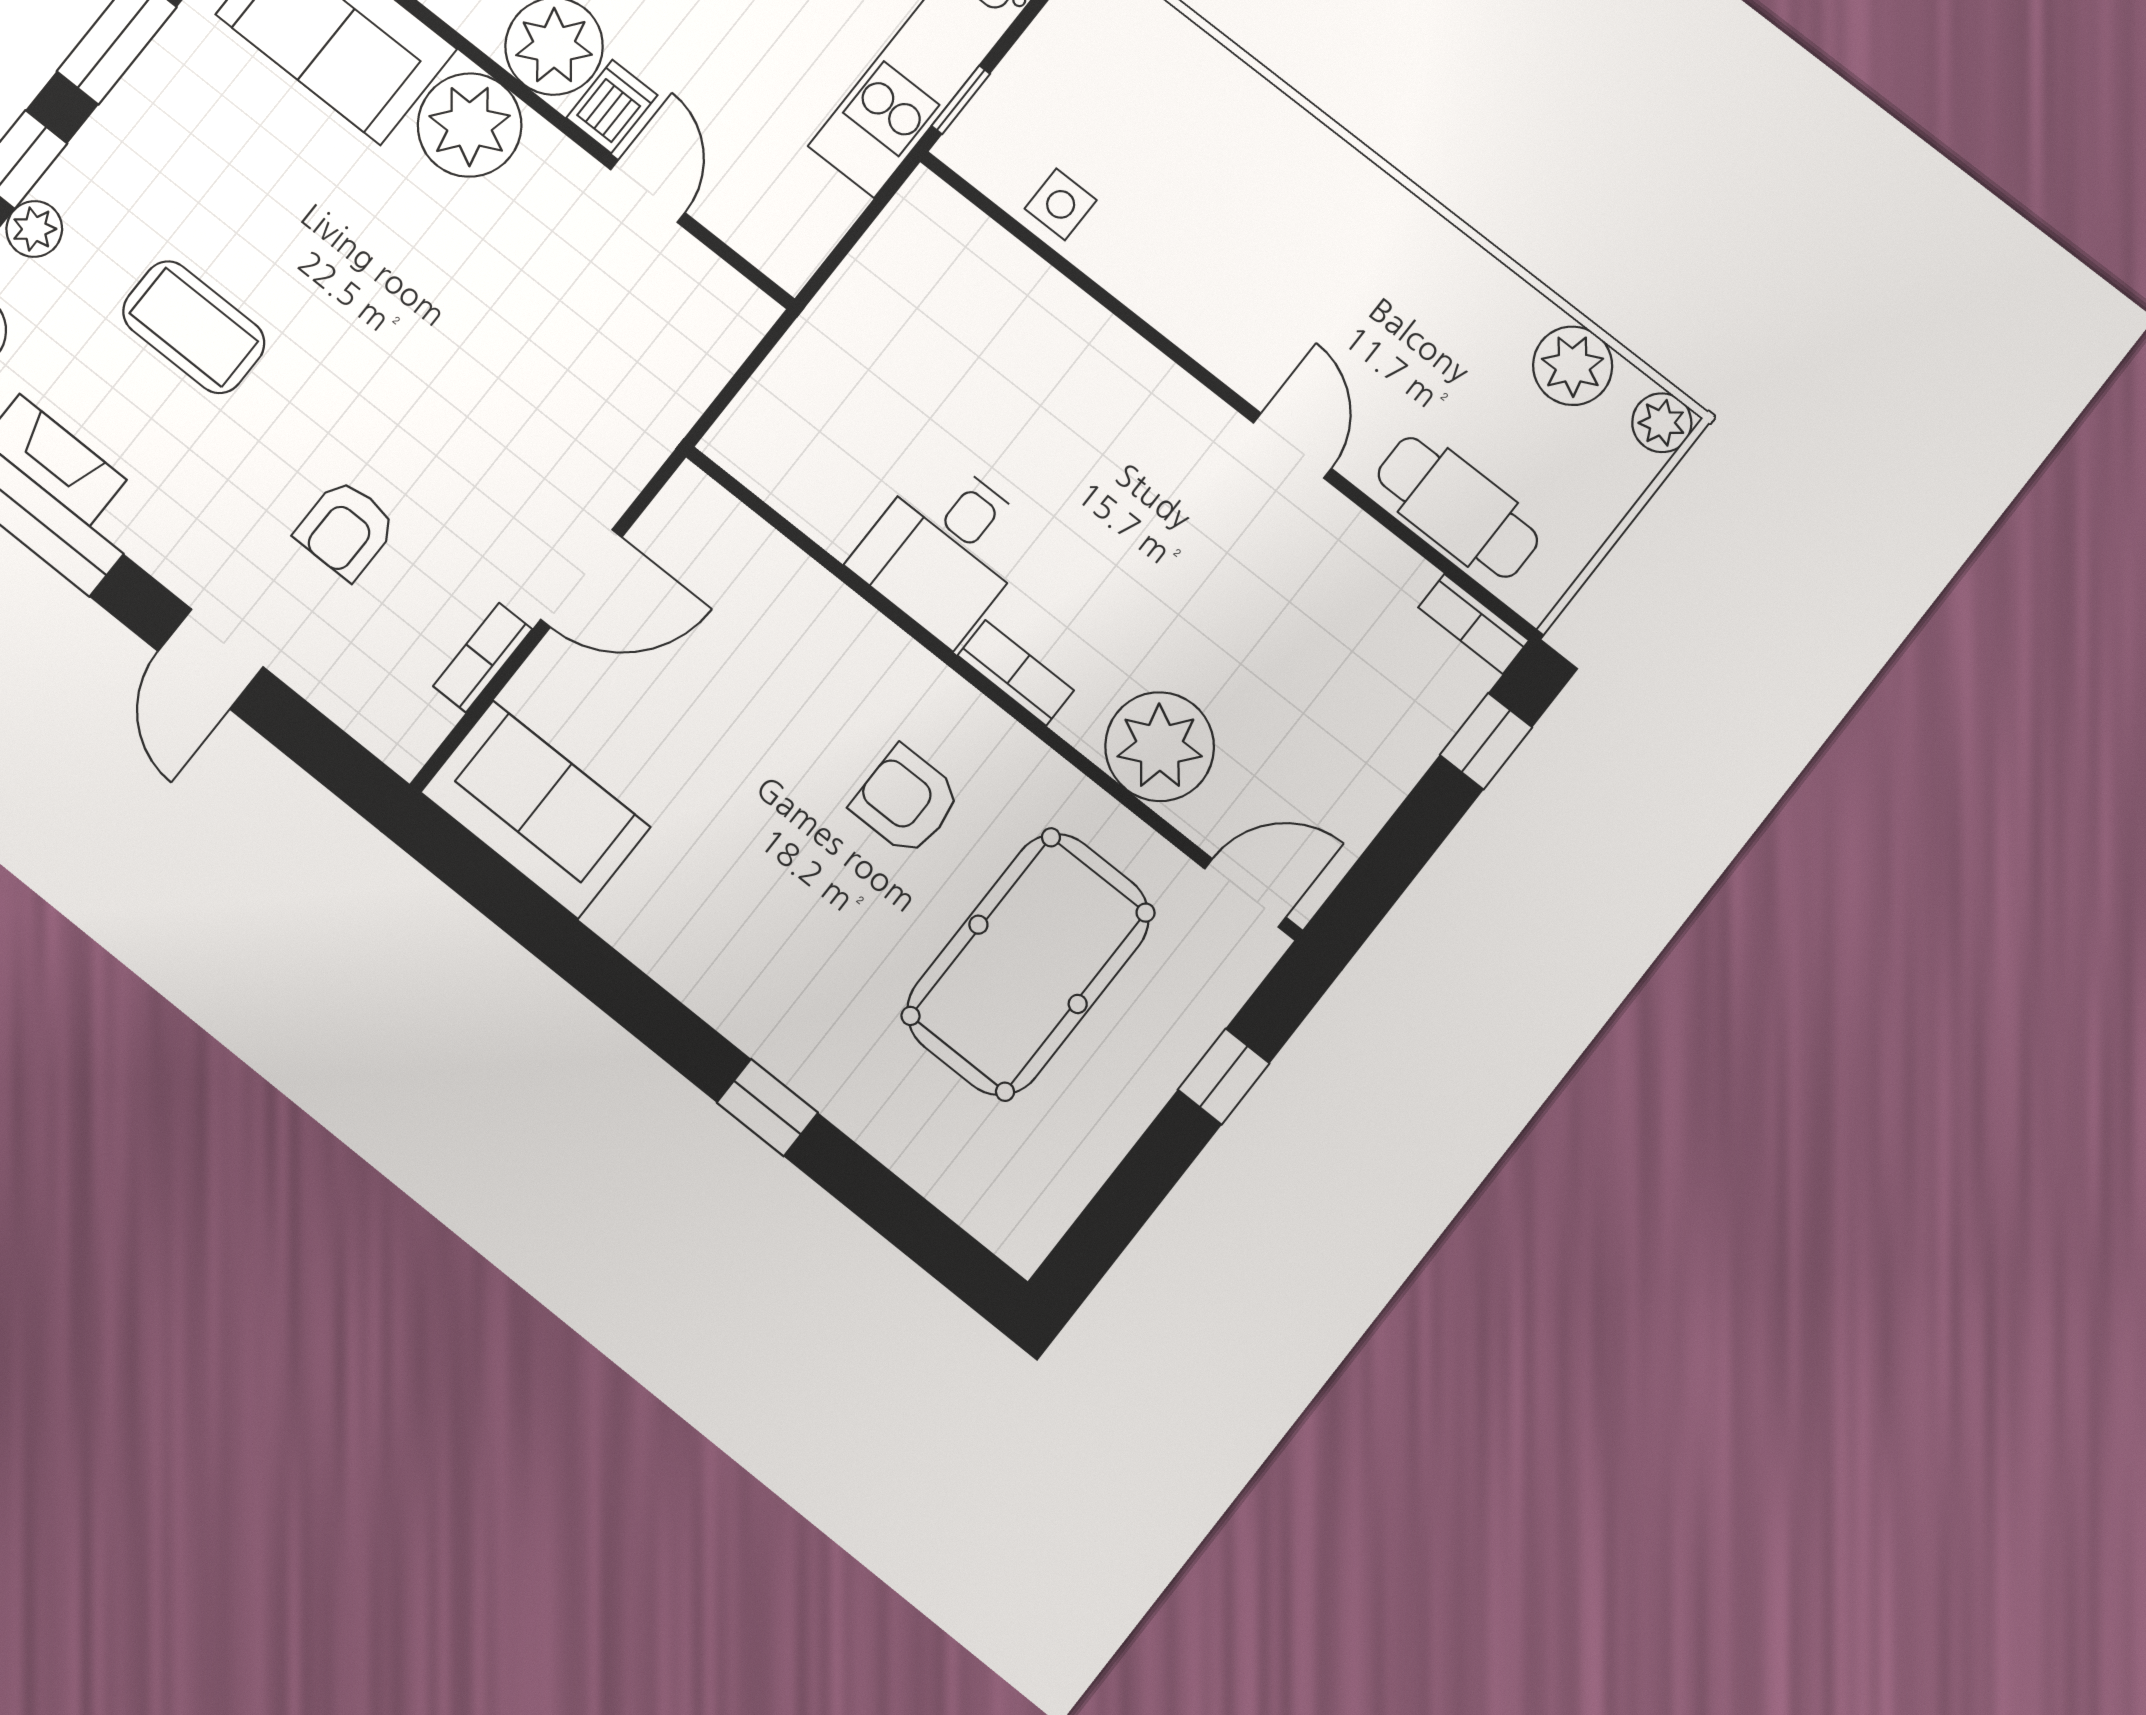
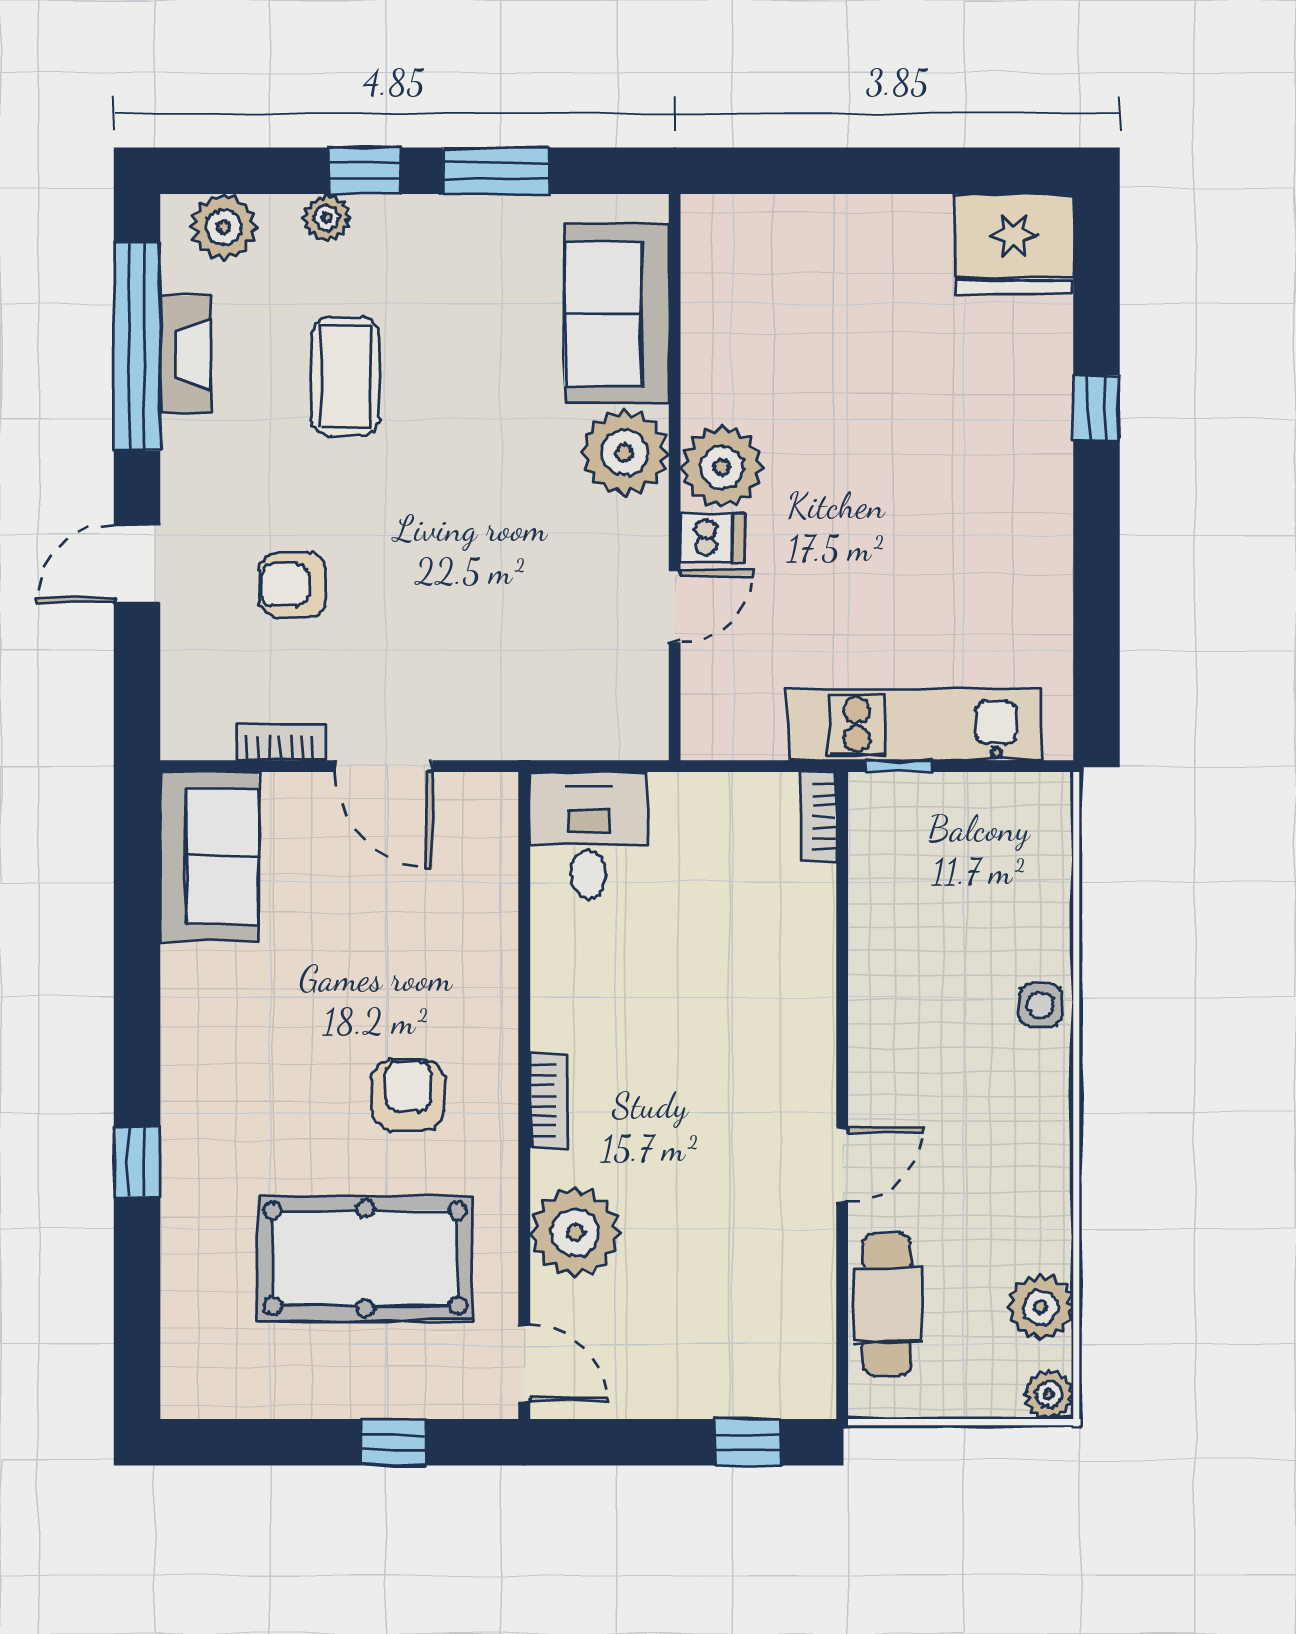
side table: (1061, 204) -> (1040, 1005), moved
desk: (945, 549) -> (589, 835), moved, turned 90
bookcase: (1474, 624) -> (819, 816), moved

